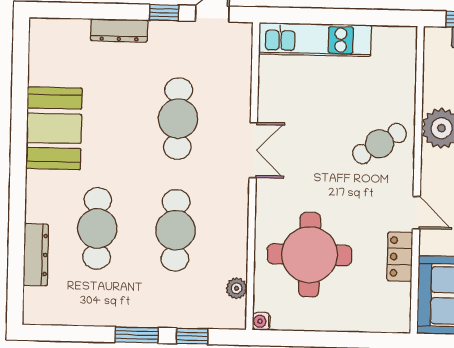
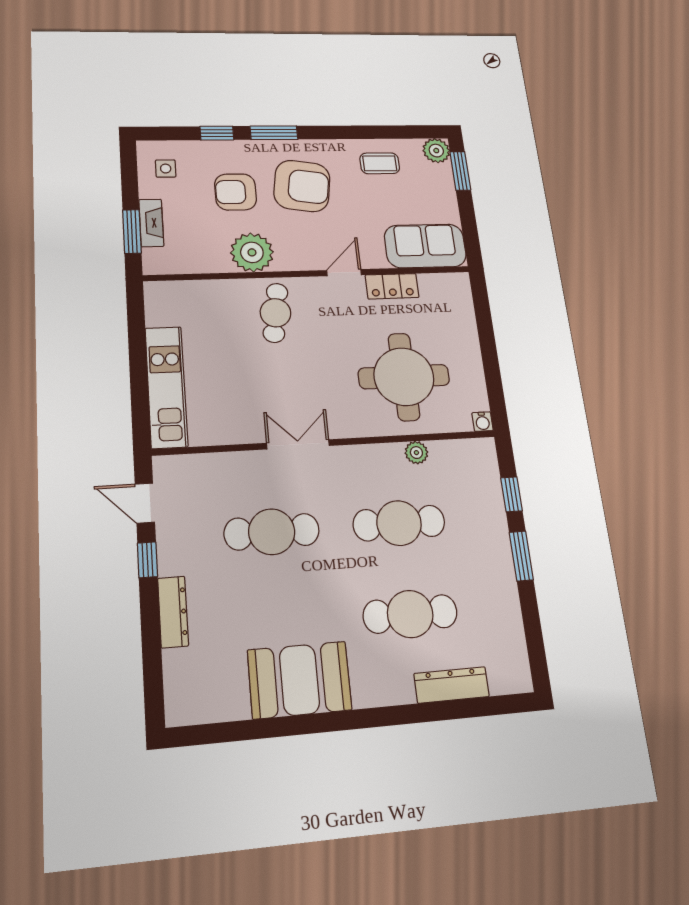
cafe table: (379, 144) -> (276, 313), turned 41
plant: (237, 288) -> (416, 453), moved

